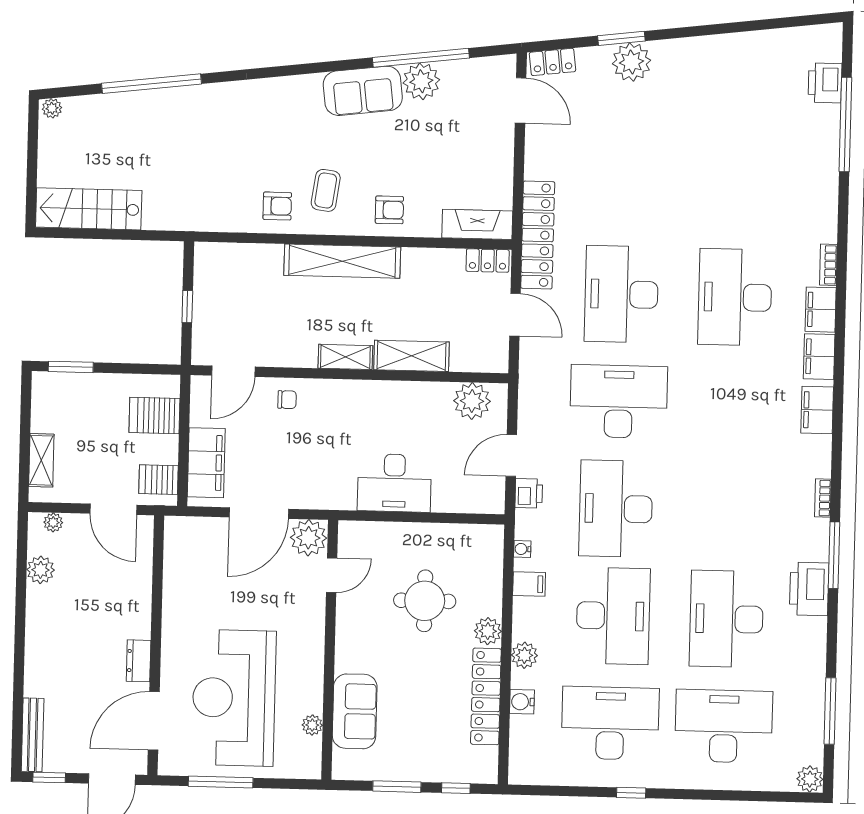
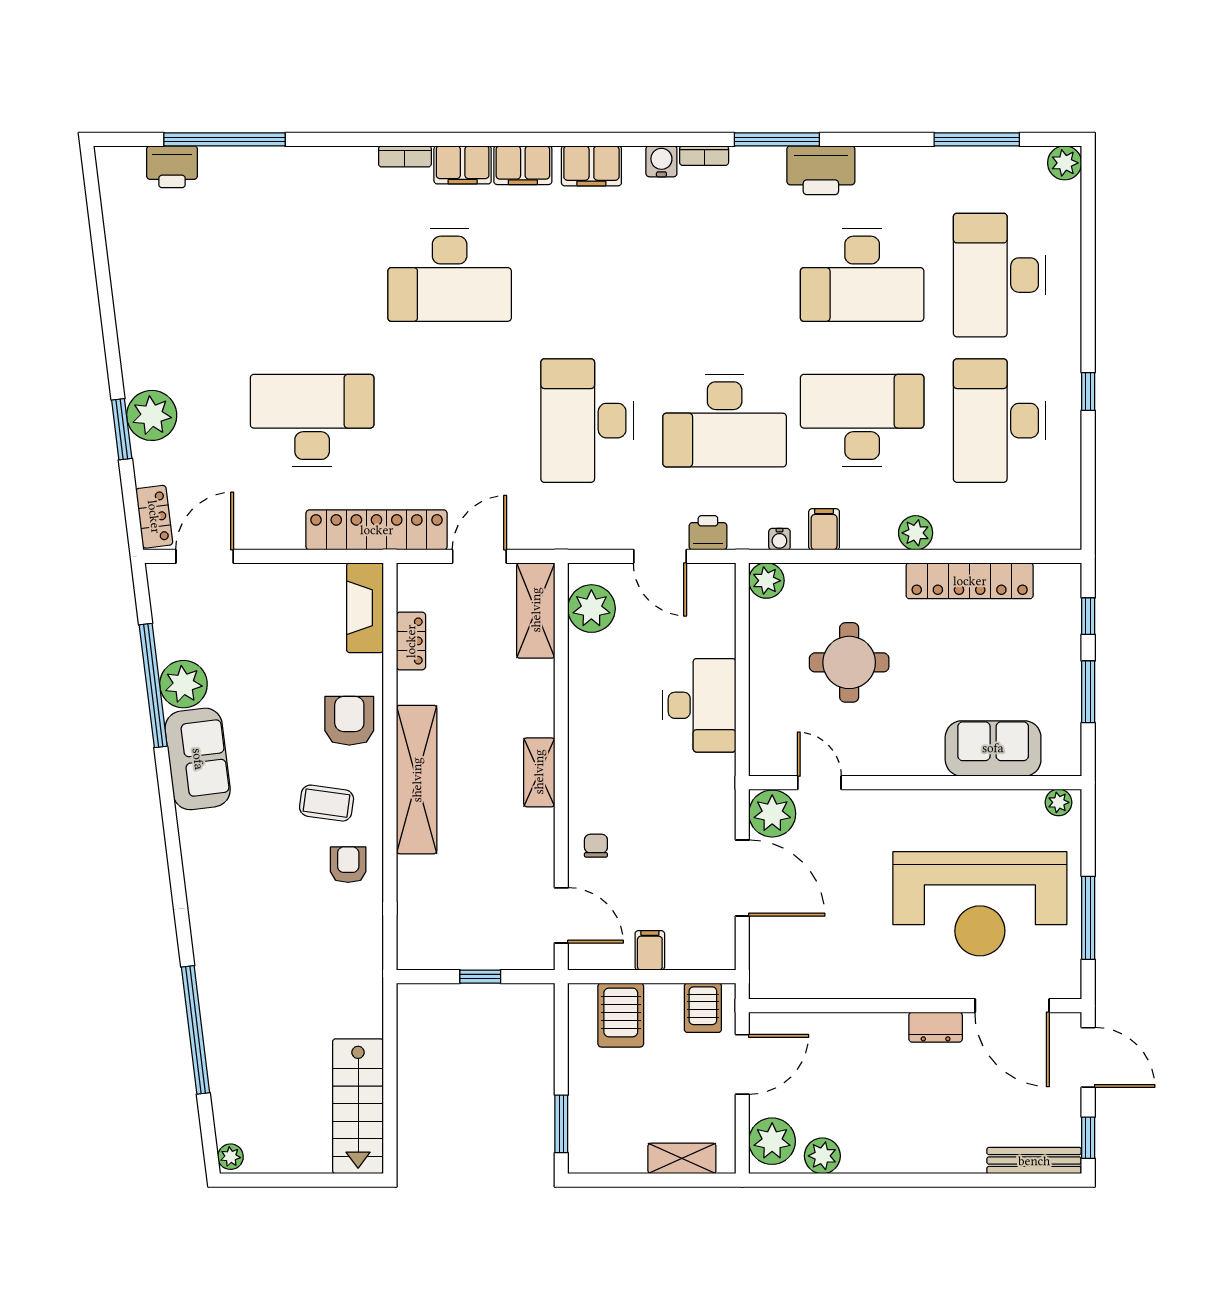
armchair: (389, 210) -> (349, 721), width x1.38, depth x1.38
locker: (488, 261) -> (411, 641), moved
desk: (621, 294) -> (312, 421), moved, turned 180
shelving: (412, 356) -> (536, 610), moved
filing cabinet: (206, 463) -> (650, 950), width x0.33, depth x0.86
plant: (53, 522) -> (772, 1141), width x1.88, depth x1.88
plant: (488, 631) -> (766, 581), moved
water cooler: (522, 702) -> (661, 161), moved, turned 180
plant: (312, 725) -> (1059, 802), moved

